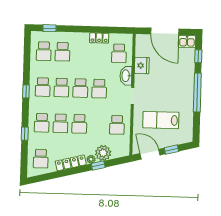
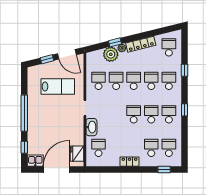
door: (165, 31) -> (56, 169), hinge flipped
locker: (99, 38) -> (129, 162), moved
fridge: (142, 65) -> (77, 154), moved
school desk: (99, 89) -> (116, 81), moved

